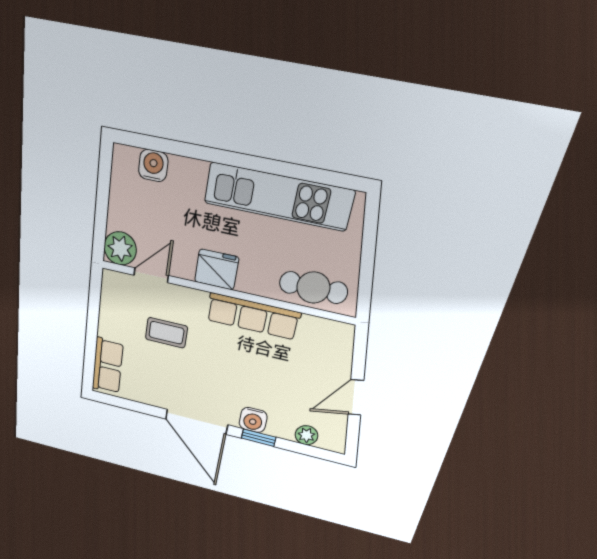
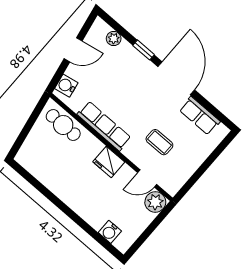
kitchen unit: (278, 197) -> (56, 181), removed
row of seats: (108, 366) -> (200, 116), moved, turned -90
water cooler: (253, 420) -> (66, 86), moved, turned -101

